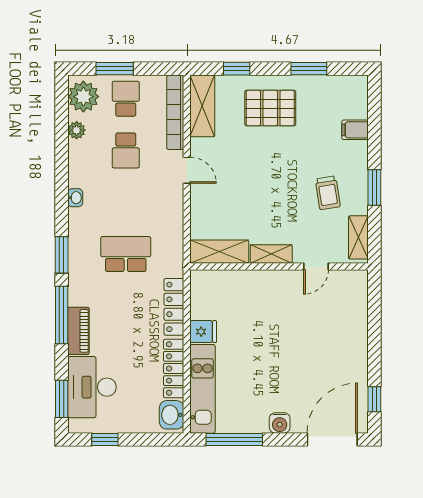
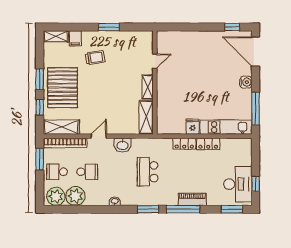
window: (115, 69) -> (40, 159), moved
window: (309, 69) -> (40, 79), moved
pallet: (270, 108) -> (63, 88), width x1.37, depth x1.41
plant: (77, 130) -> (75, 196), width x1.88, depth x1.88
trolley: (328, 193) -> (95, 58), moved
shelving: (358, 237) -> (56, 36), moved
door: (316, 267) -> (155, 61), hinge flipped
locker: (174, 307) -> (184, 144), width x0.66
locker: (174, 368) -> (208, 144), width x0.66
desk: (92, 387) -> (238, 184), moved, turned -90
washbasin: (172, 415) -> (122, 145), moved

